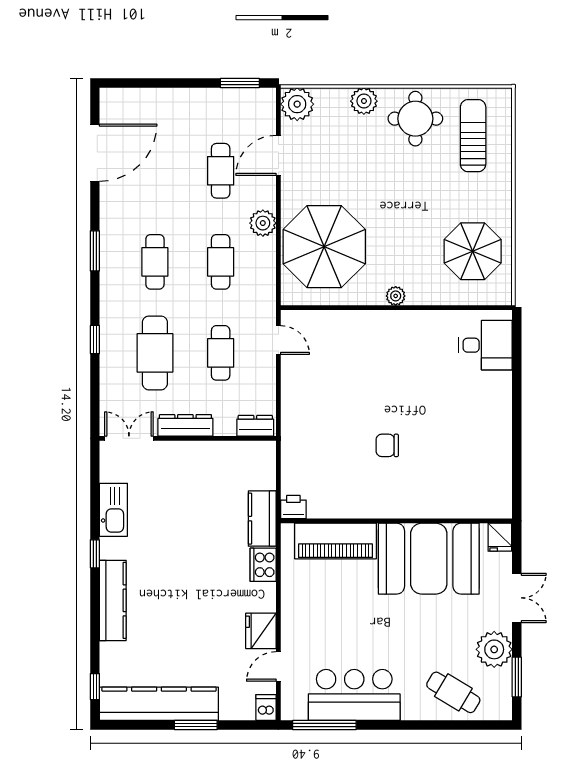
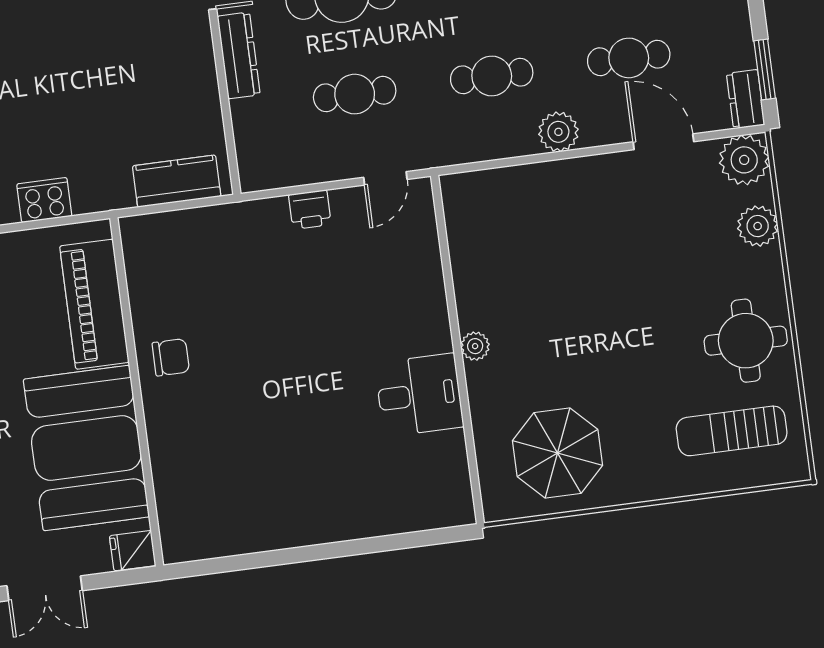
plant: (364, 101) -> (758, 226), moved
sun lounger: (473, 136) -> (732, 431), turned 180
parasol: (324, 247) -> (535, 229), removed
desk: (486, 345) -> (419, 395), moved, turned -90
dresser: (255, 426) -> (746, 99), moved, turned 180
chair: (387, 445) -> (171, 357), moved, turned 90
printer: (293, 507) -> (310, 210), moved, turned 90
kitchen counter: (262, 519) -> (177, 181), moved

